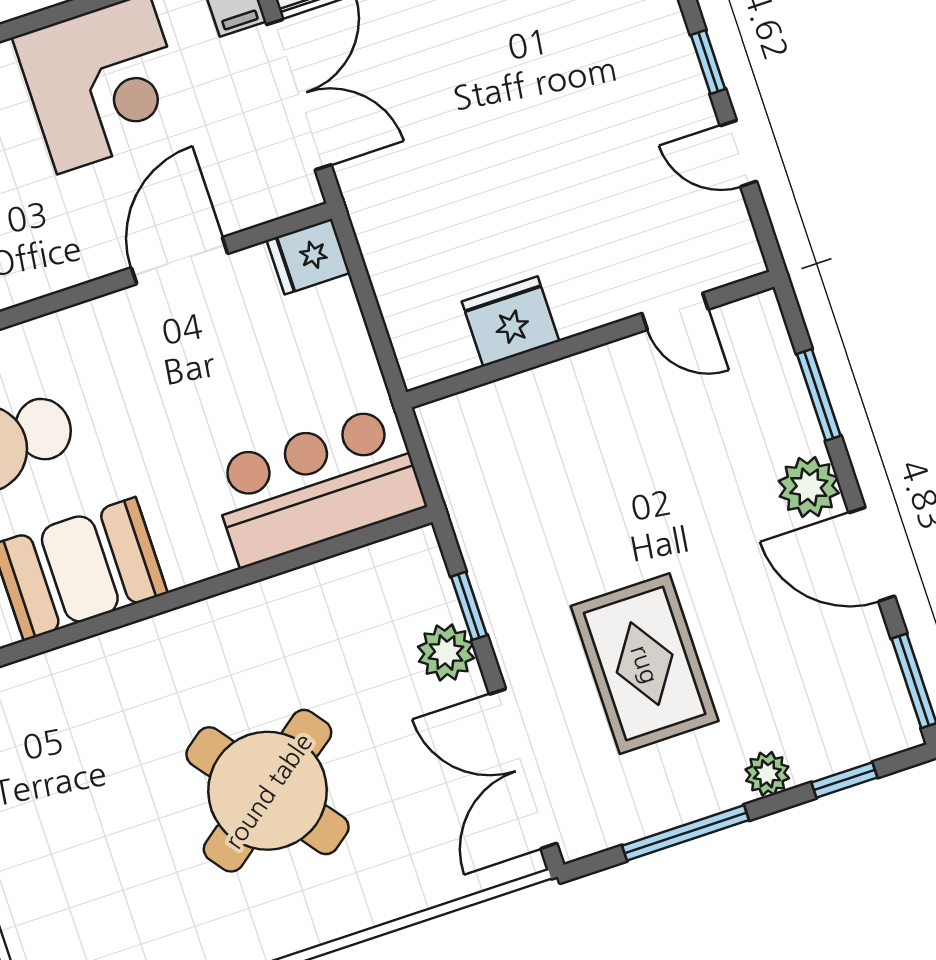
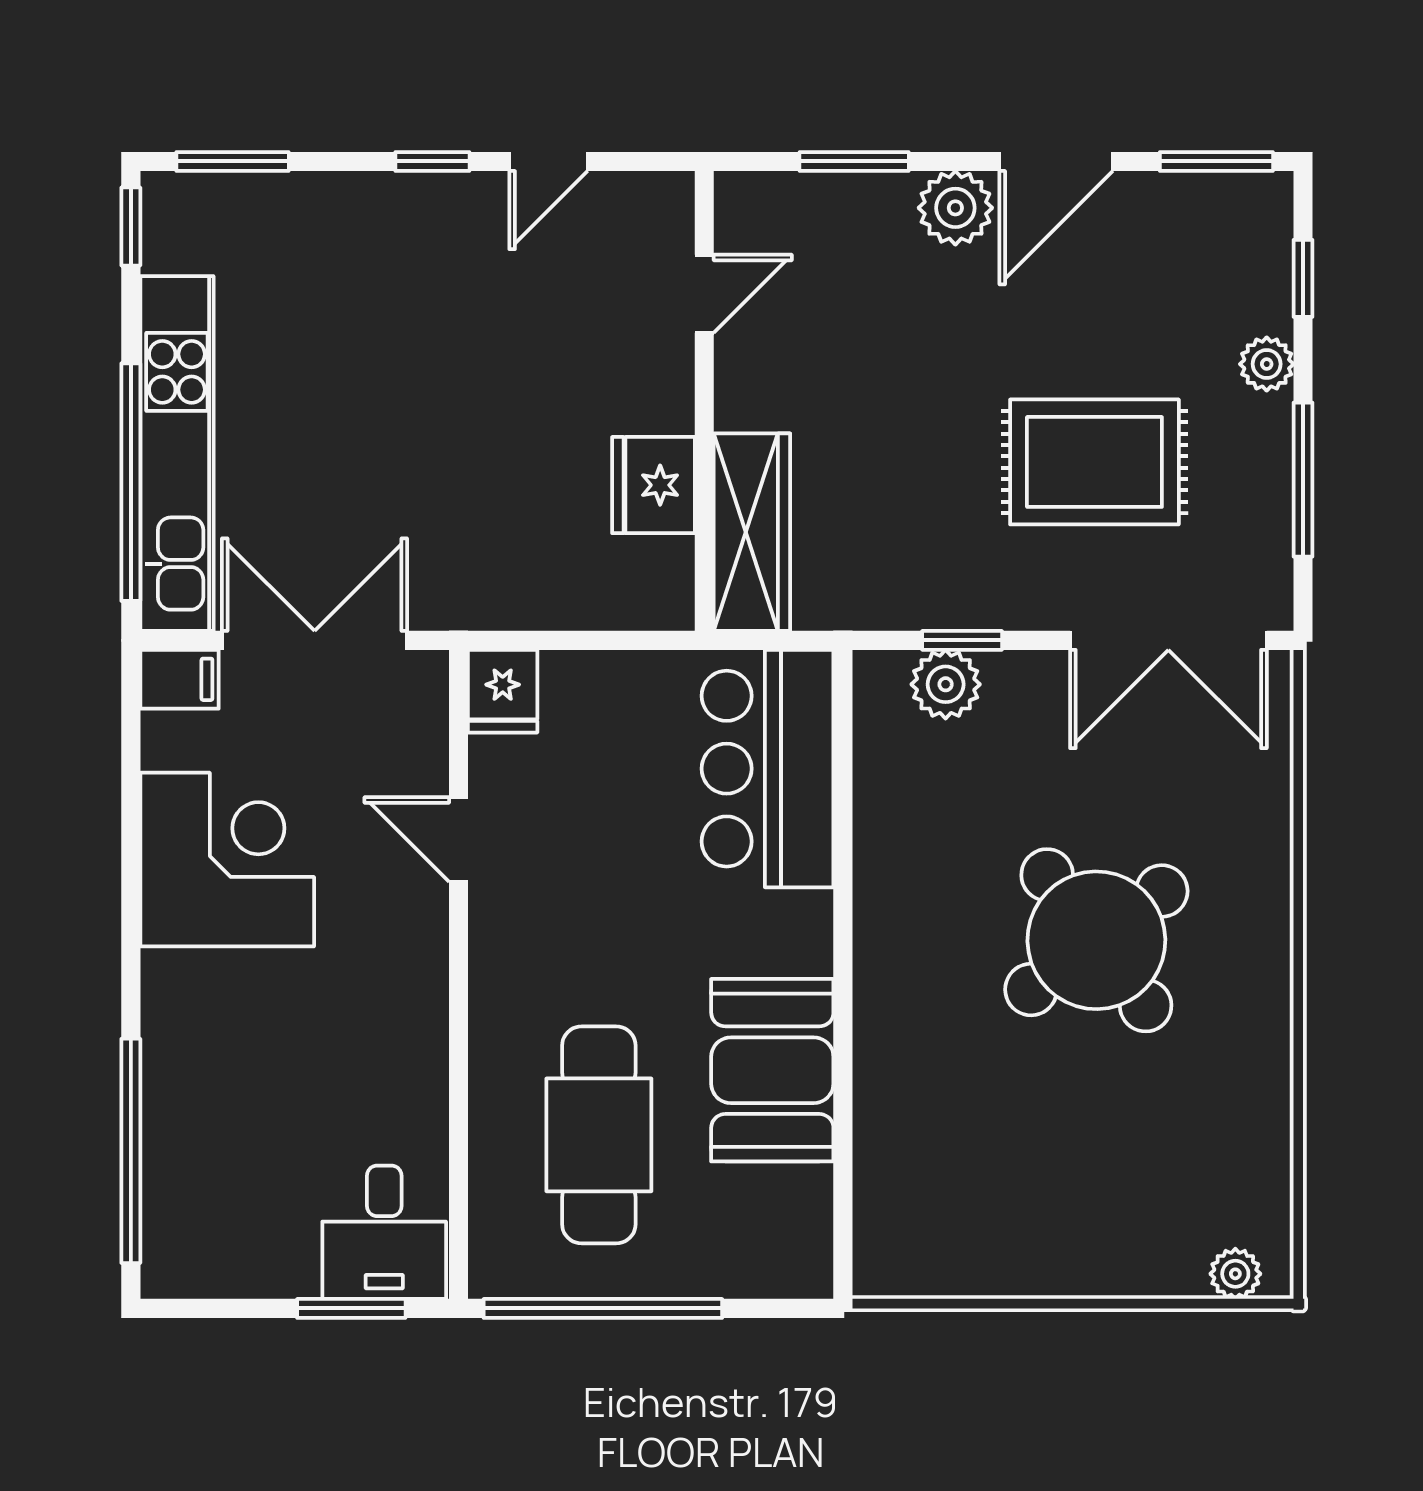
door: (180, 261) -> (459, 839), width x0.73
wardrobe: (499, 412) -> (752, 532), added
plant: (446, 652) -> (946, 684), moved

